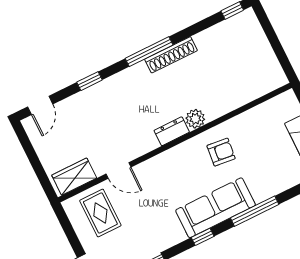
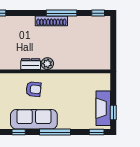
window: (149, 52) -> (62, 13), moved
armchair: (221, 152) -> (34, 89), moved

